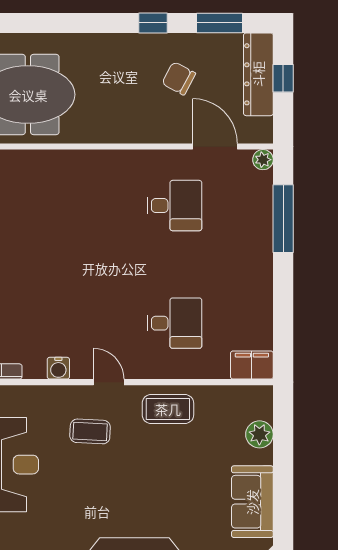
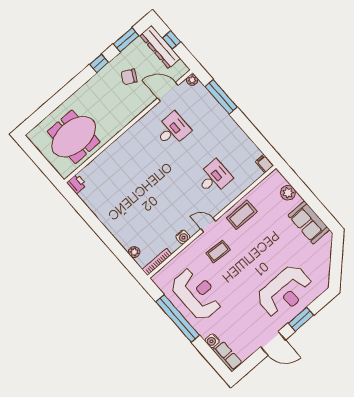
filing cabinet: (252, 365) -> (265, 163), width x0.50

